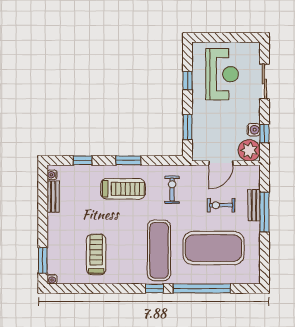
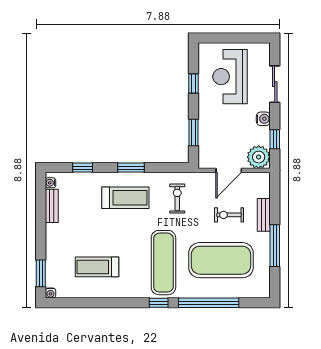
reception desk: (222, 74) -> (230, 77), turned 180
water cooler: (254, 130) -> (263, 119), moved
window: (264, 212) -> (275, 246), moved
treadmill: (96, 254) -> (97, 267), turned -90

